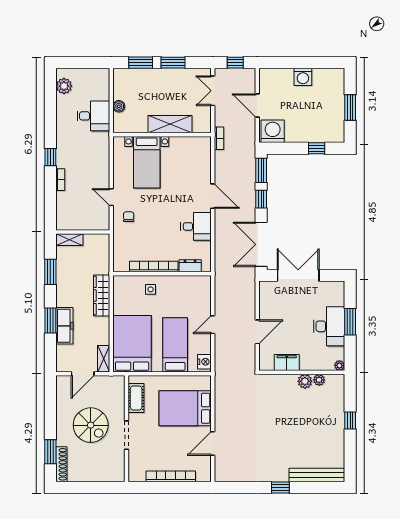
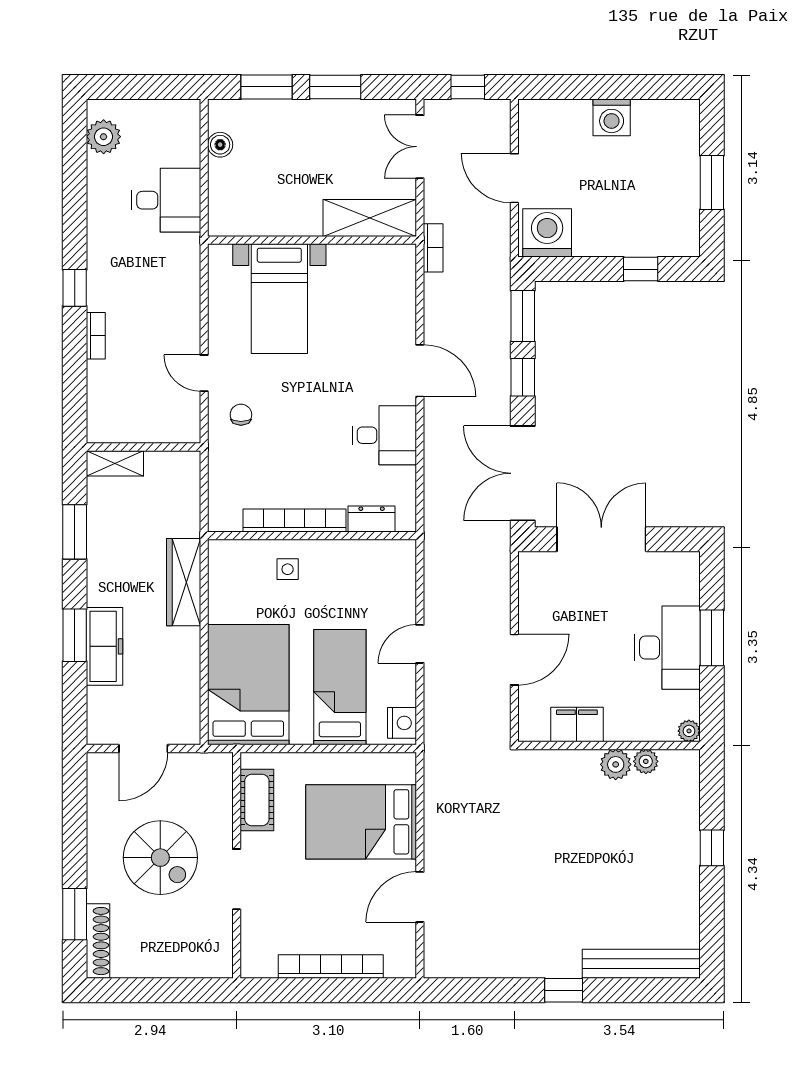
boiler: (119, 106) -> (220, 145), moved
shelving: (170, 124) -> (370, 218), moved
shelving: (104, 359) -> (188, 716), removed

